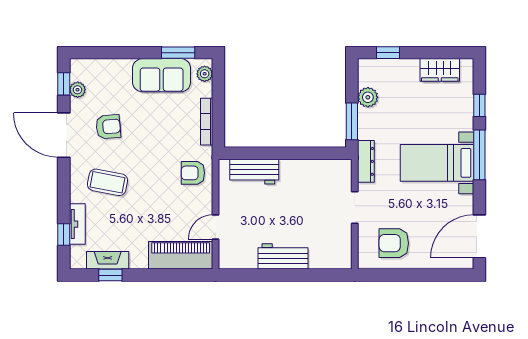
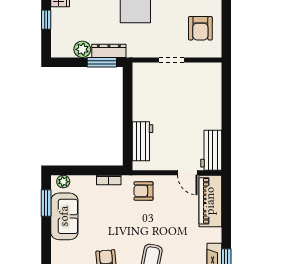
window: (388, 53) -> (46, 20), moved
bookcase: (207, 122) -> (109, 180), width x0.64
dresser: (366, 161) -> (109, 51), moved
armchair: (193, 173) -> (144, 191), turned 90
workbench: (283, 256) -> (211, 150), moved

